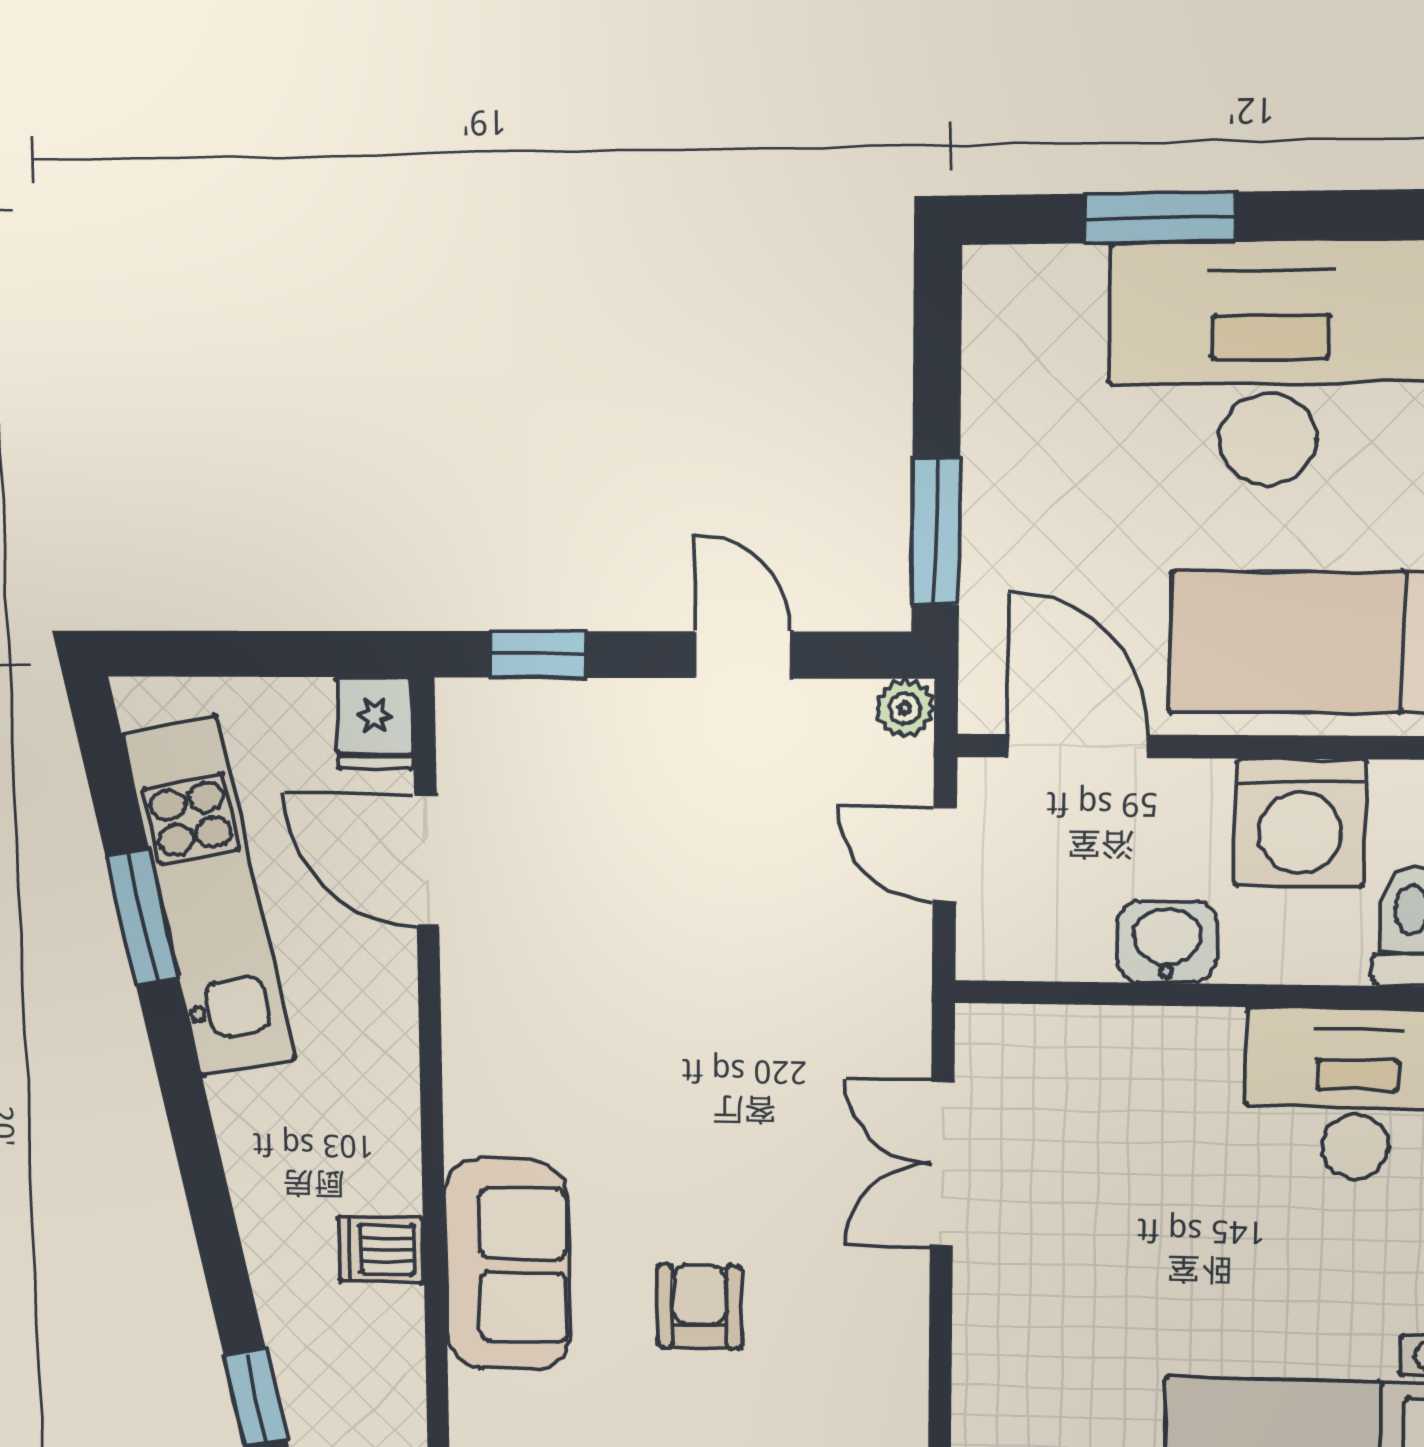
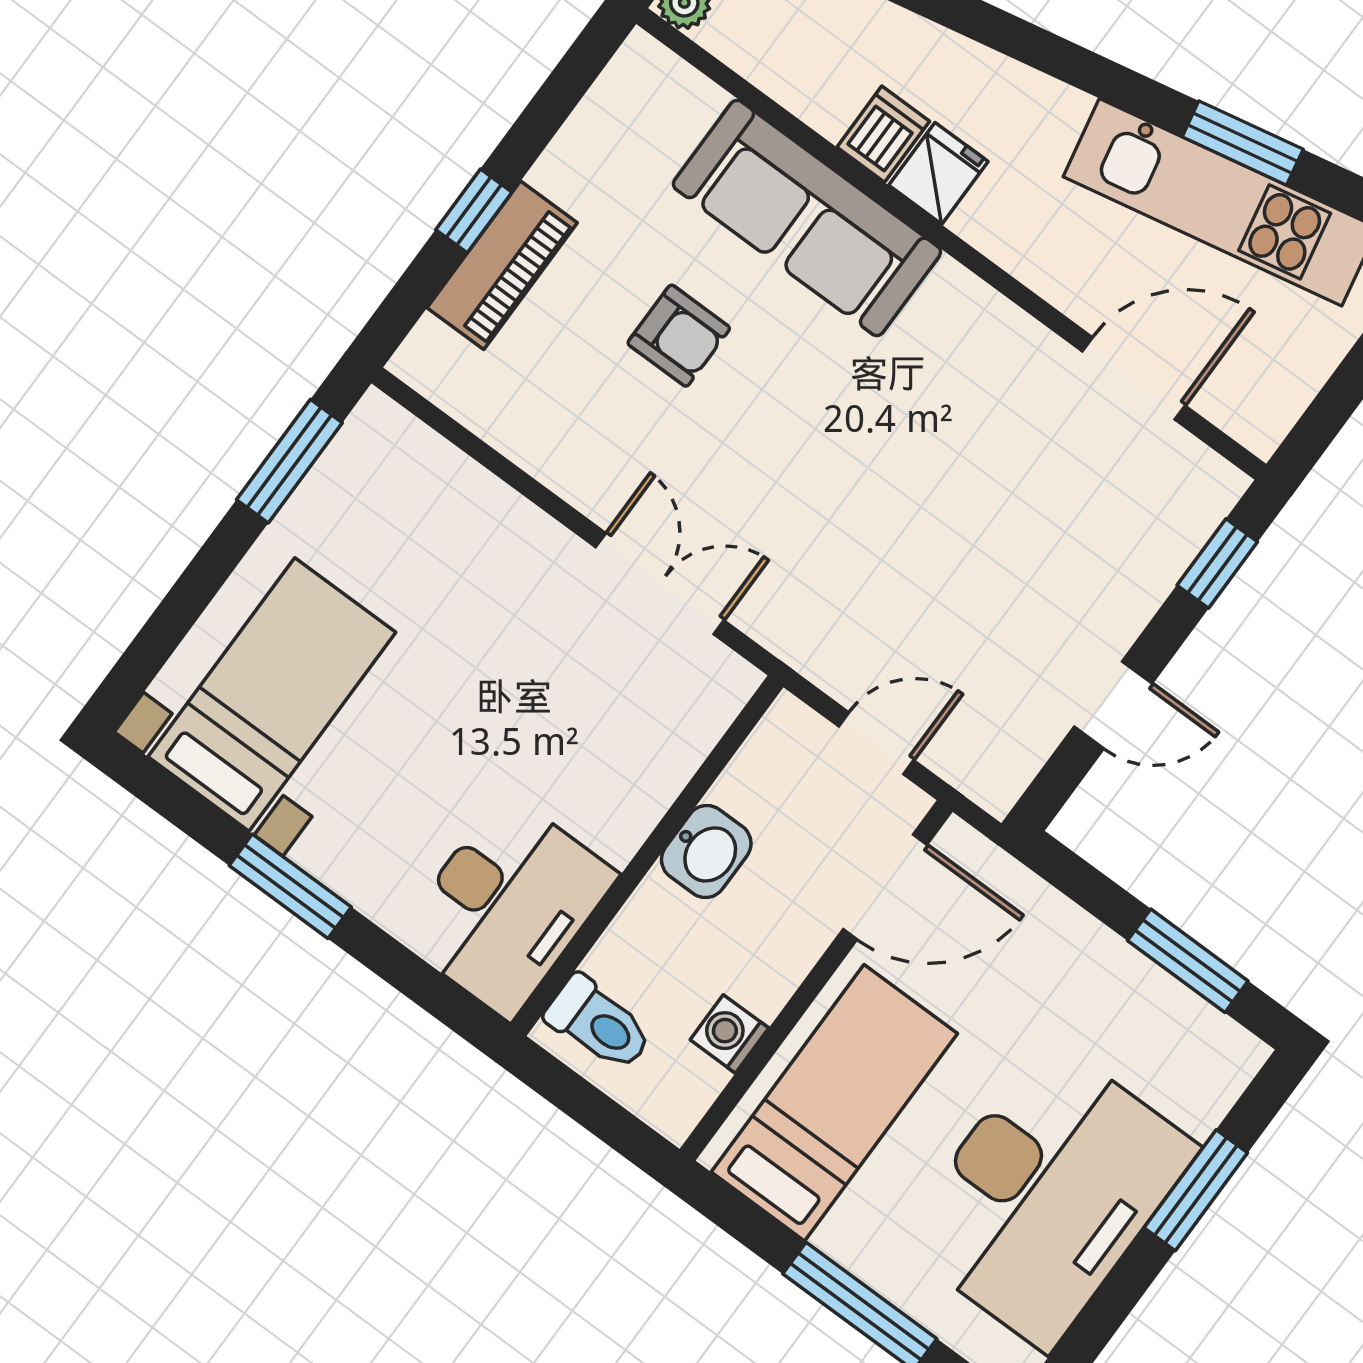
window: (936, 531) -> (1188, 961), moved
plant: (905, 708) -> (996, 789), removed
fridge: (375, 723) -> (938, 173), moved, turned 90
washing machine: (1300, 823) -> (729, 1034), width x0.53, depth x0.53
sofa: (507, 1265) -> (807, 218), width x1.36

